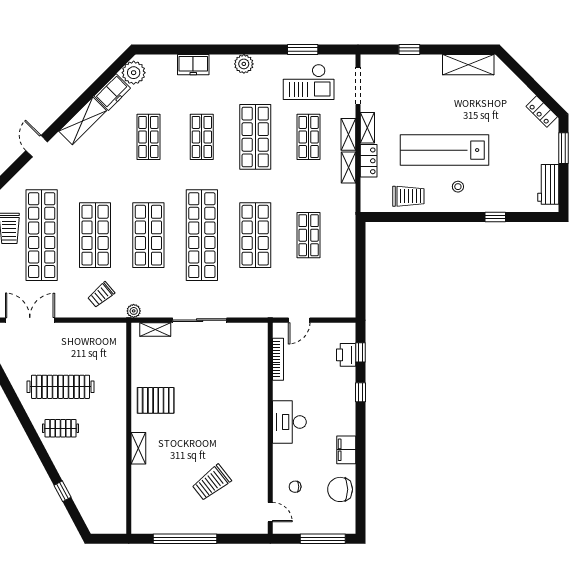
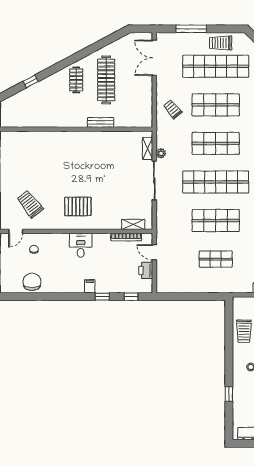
plant: (134, 311) -> (161, 153), moved
double door: (30, 320) -> (154, 58), swing flipped
printer: (346, 355) -> (146, 270), moved, turned -90
bench: (119, 395) -> (101, 122), added
pallet: (156, 400) -> (78, 206), moved, turned 90
desk: (289, 422) -> (81, 245), width x0.73
shelving: (138, 448) -> (133, 224), moved
filing cabinet: (346, 450) -> (90, 286), moved, width x0.50
trolley: (212, 483) -> (30, 204), moved

